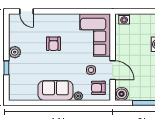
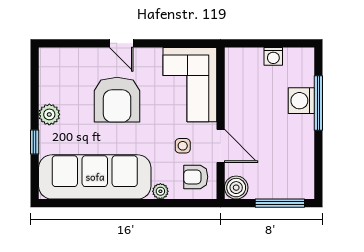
door: (26, 11) -> (121, 43), moved
washing machine: (124, 19) -> (273, 56), moved
armchair: (53, 44) -> (117, 100), width x1.88, depth x1.88
sofa: (55, 91) -> (95, 177), width x1.85, depth x1.27

